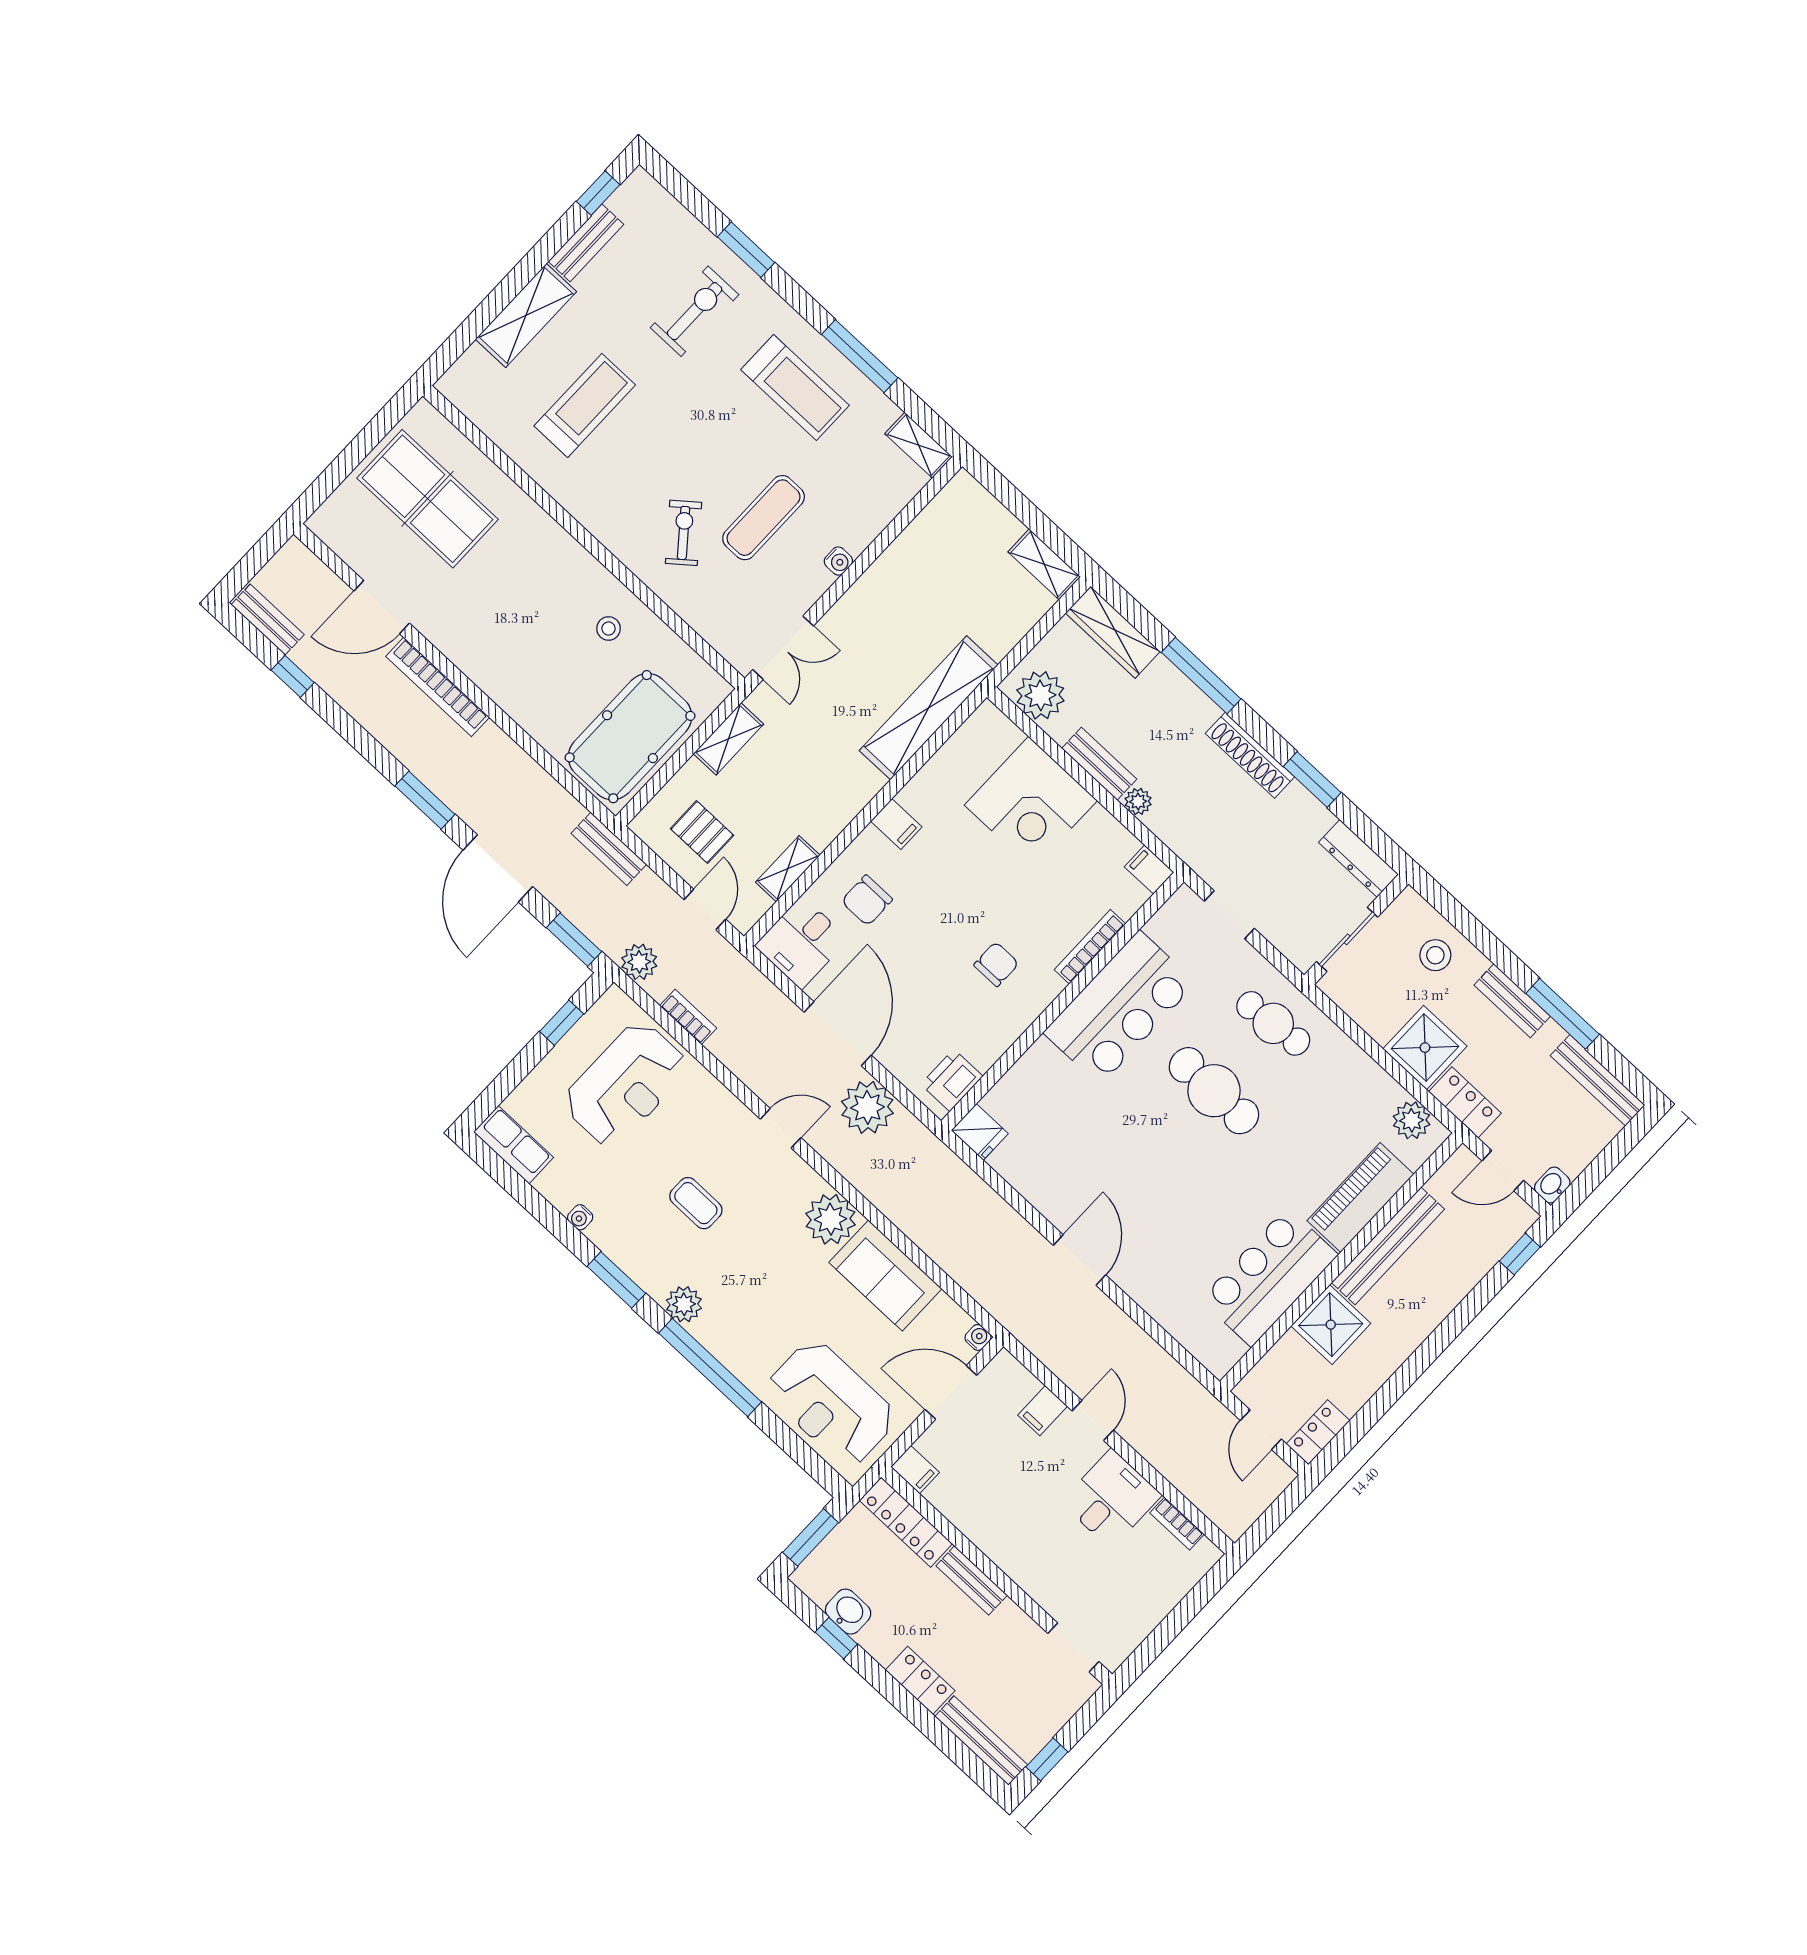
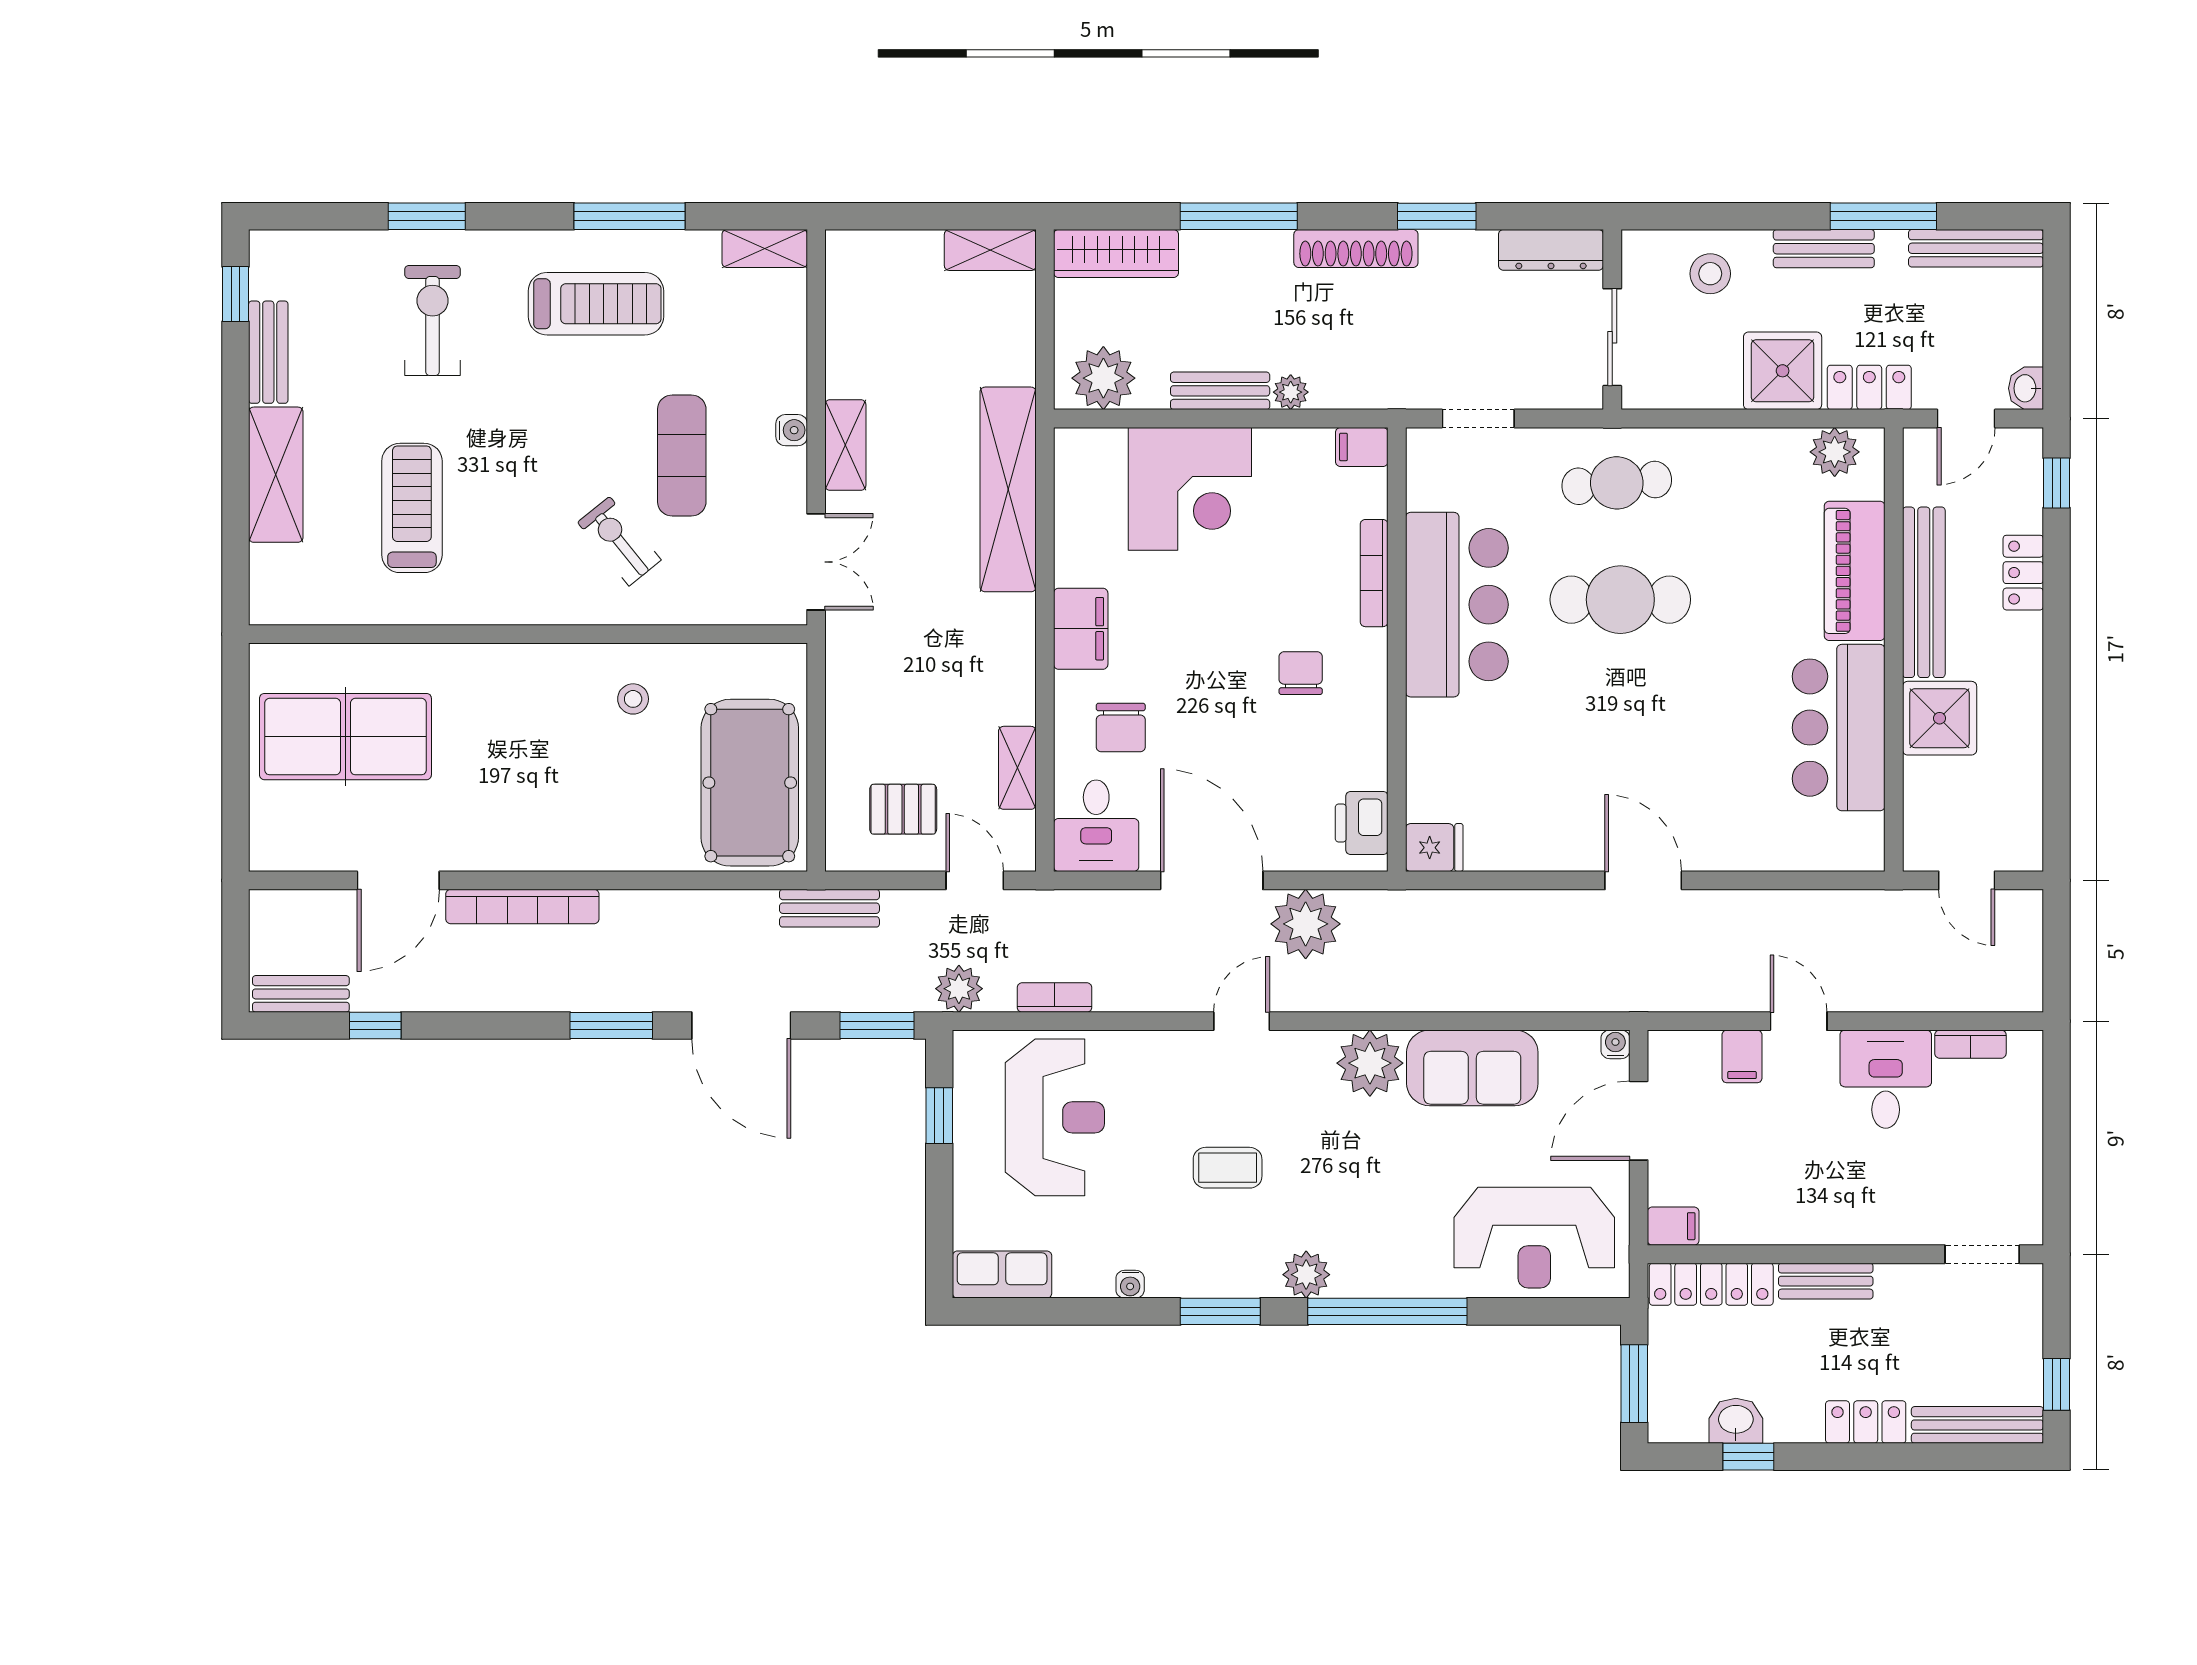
shelving: (728, 739) -> (845, 445), moved
filing cabinet: (896, 824) -> (1081, 629), width x2.00
locker: (1318, 1432) -> (2023, 573), moved

